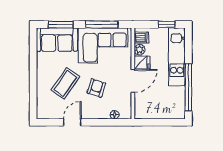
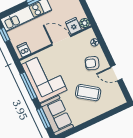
plant: (140, 50) -> (85, 23), moved
fridge: (142, 63) -> (73, 26), moved
armchair: (96, 88) -> (92, 63), moved

